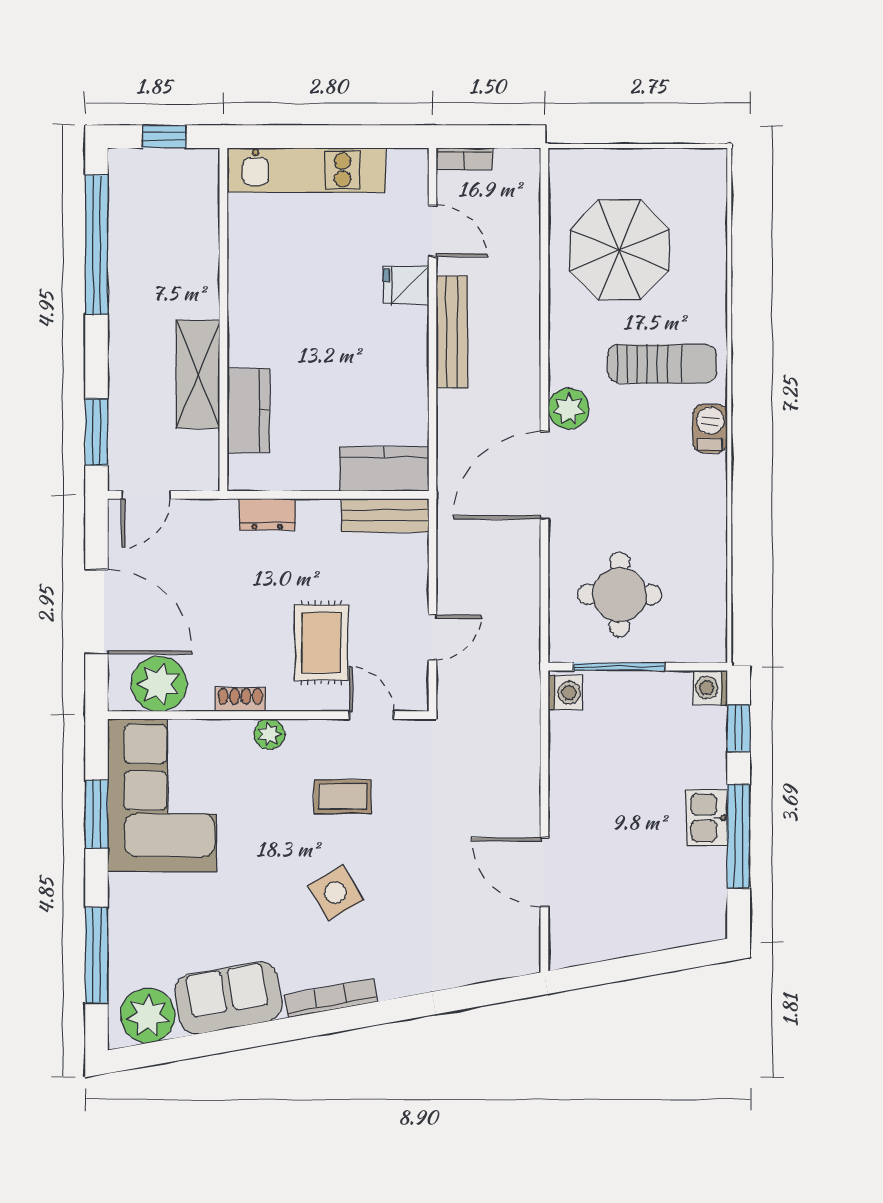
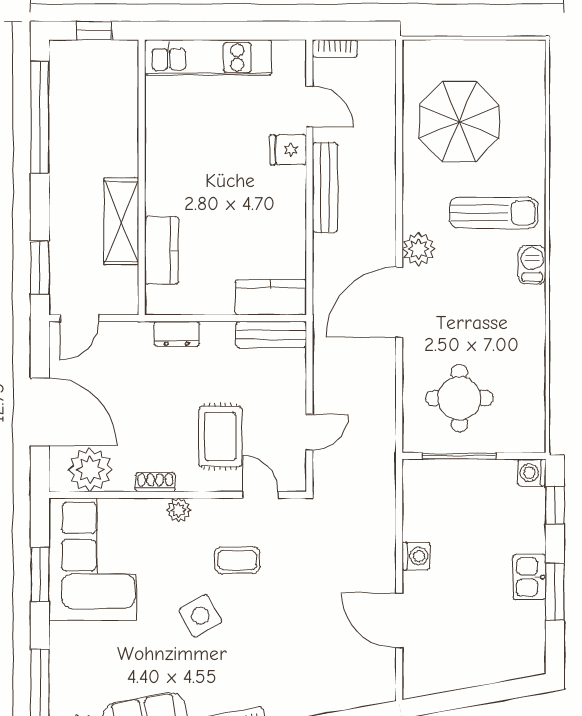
washing machine: (565, 693) -> (416, 556), moved
window: (739, 836) -> (555, 592), width x0.69
side table: (336, 893) -> (200, 616), moved

